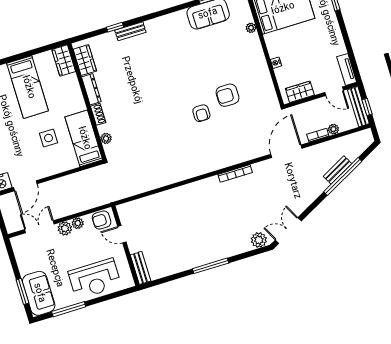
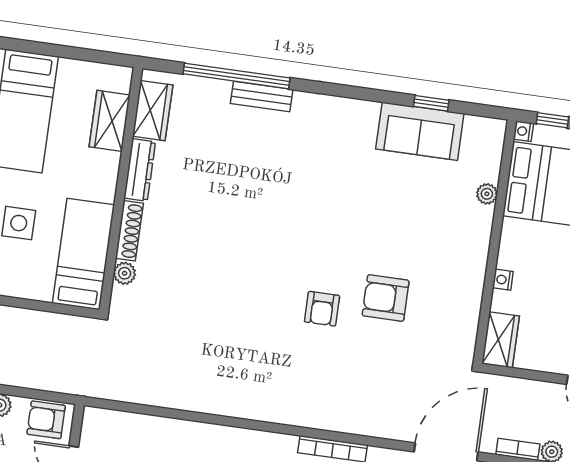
window: (115, 27) -> (237, 76), width x3.17
wardrobe: (64, 60) -> (110, 121), moved
wardrobe: (300, 92) -> (501, 340), moved, turned 90
shoe rack: (98, 114) -> (129, 231), width x1.43

